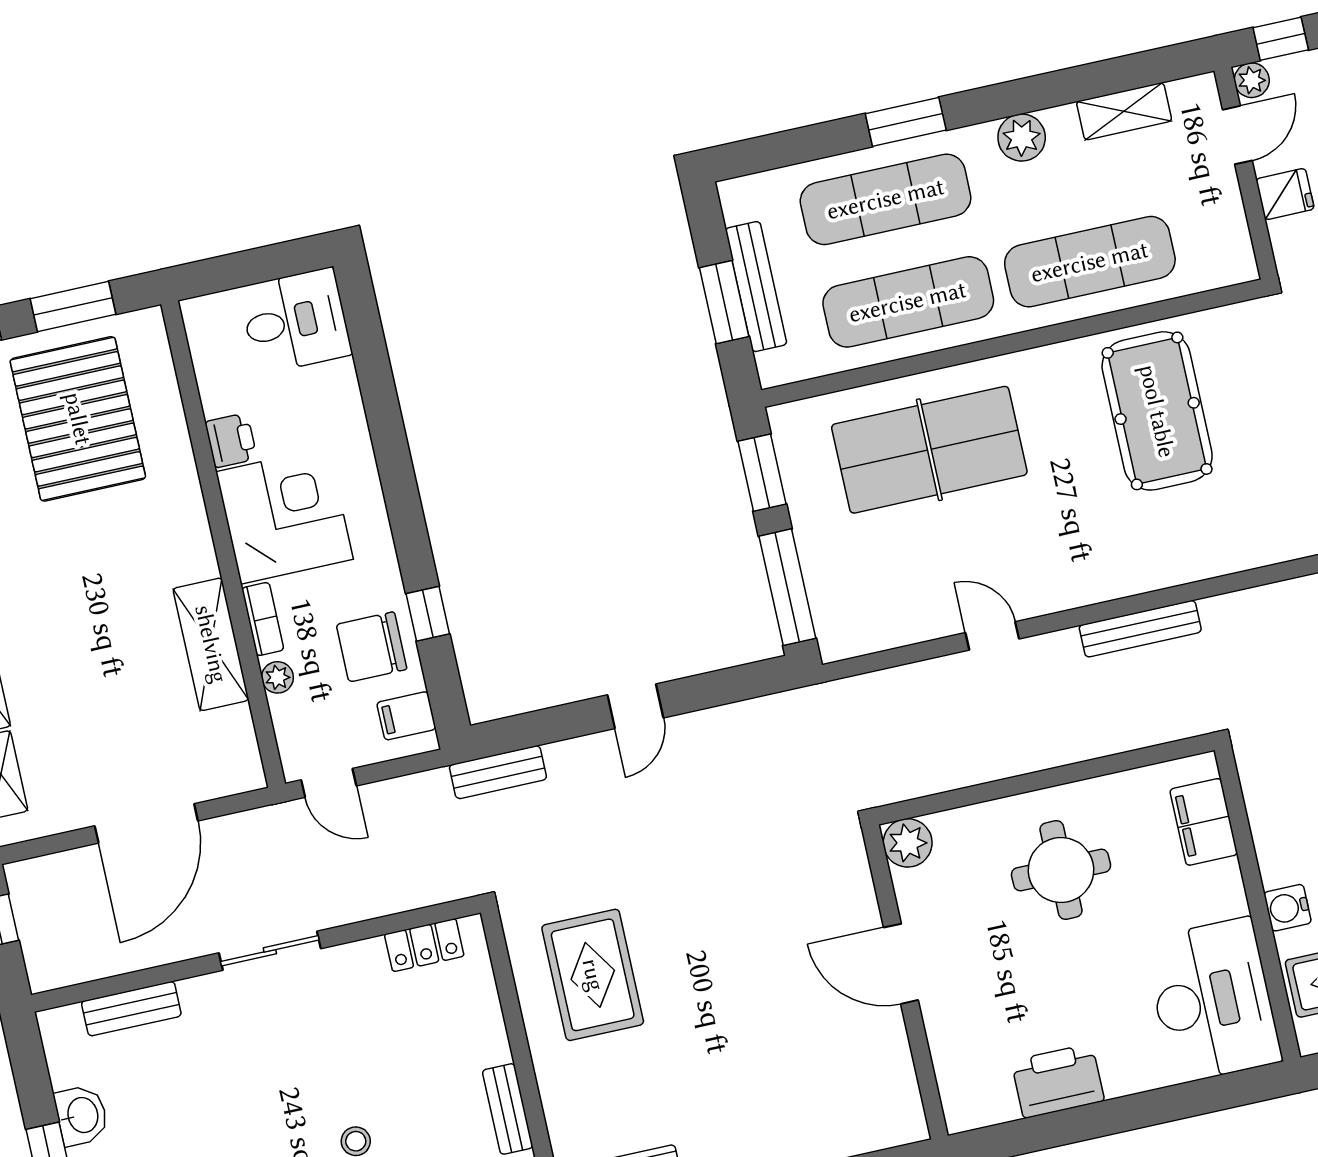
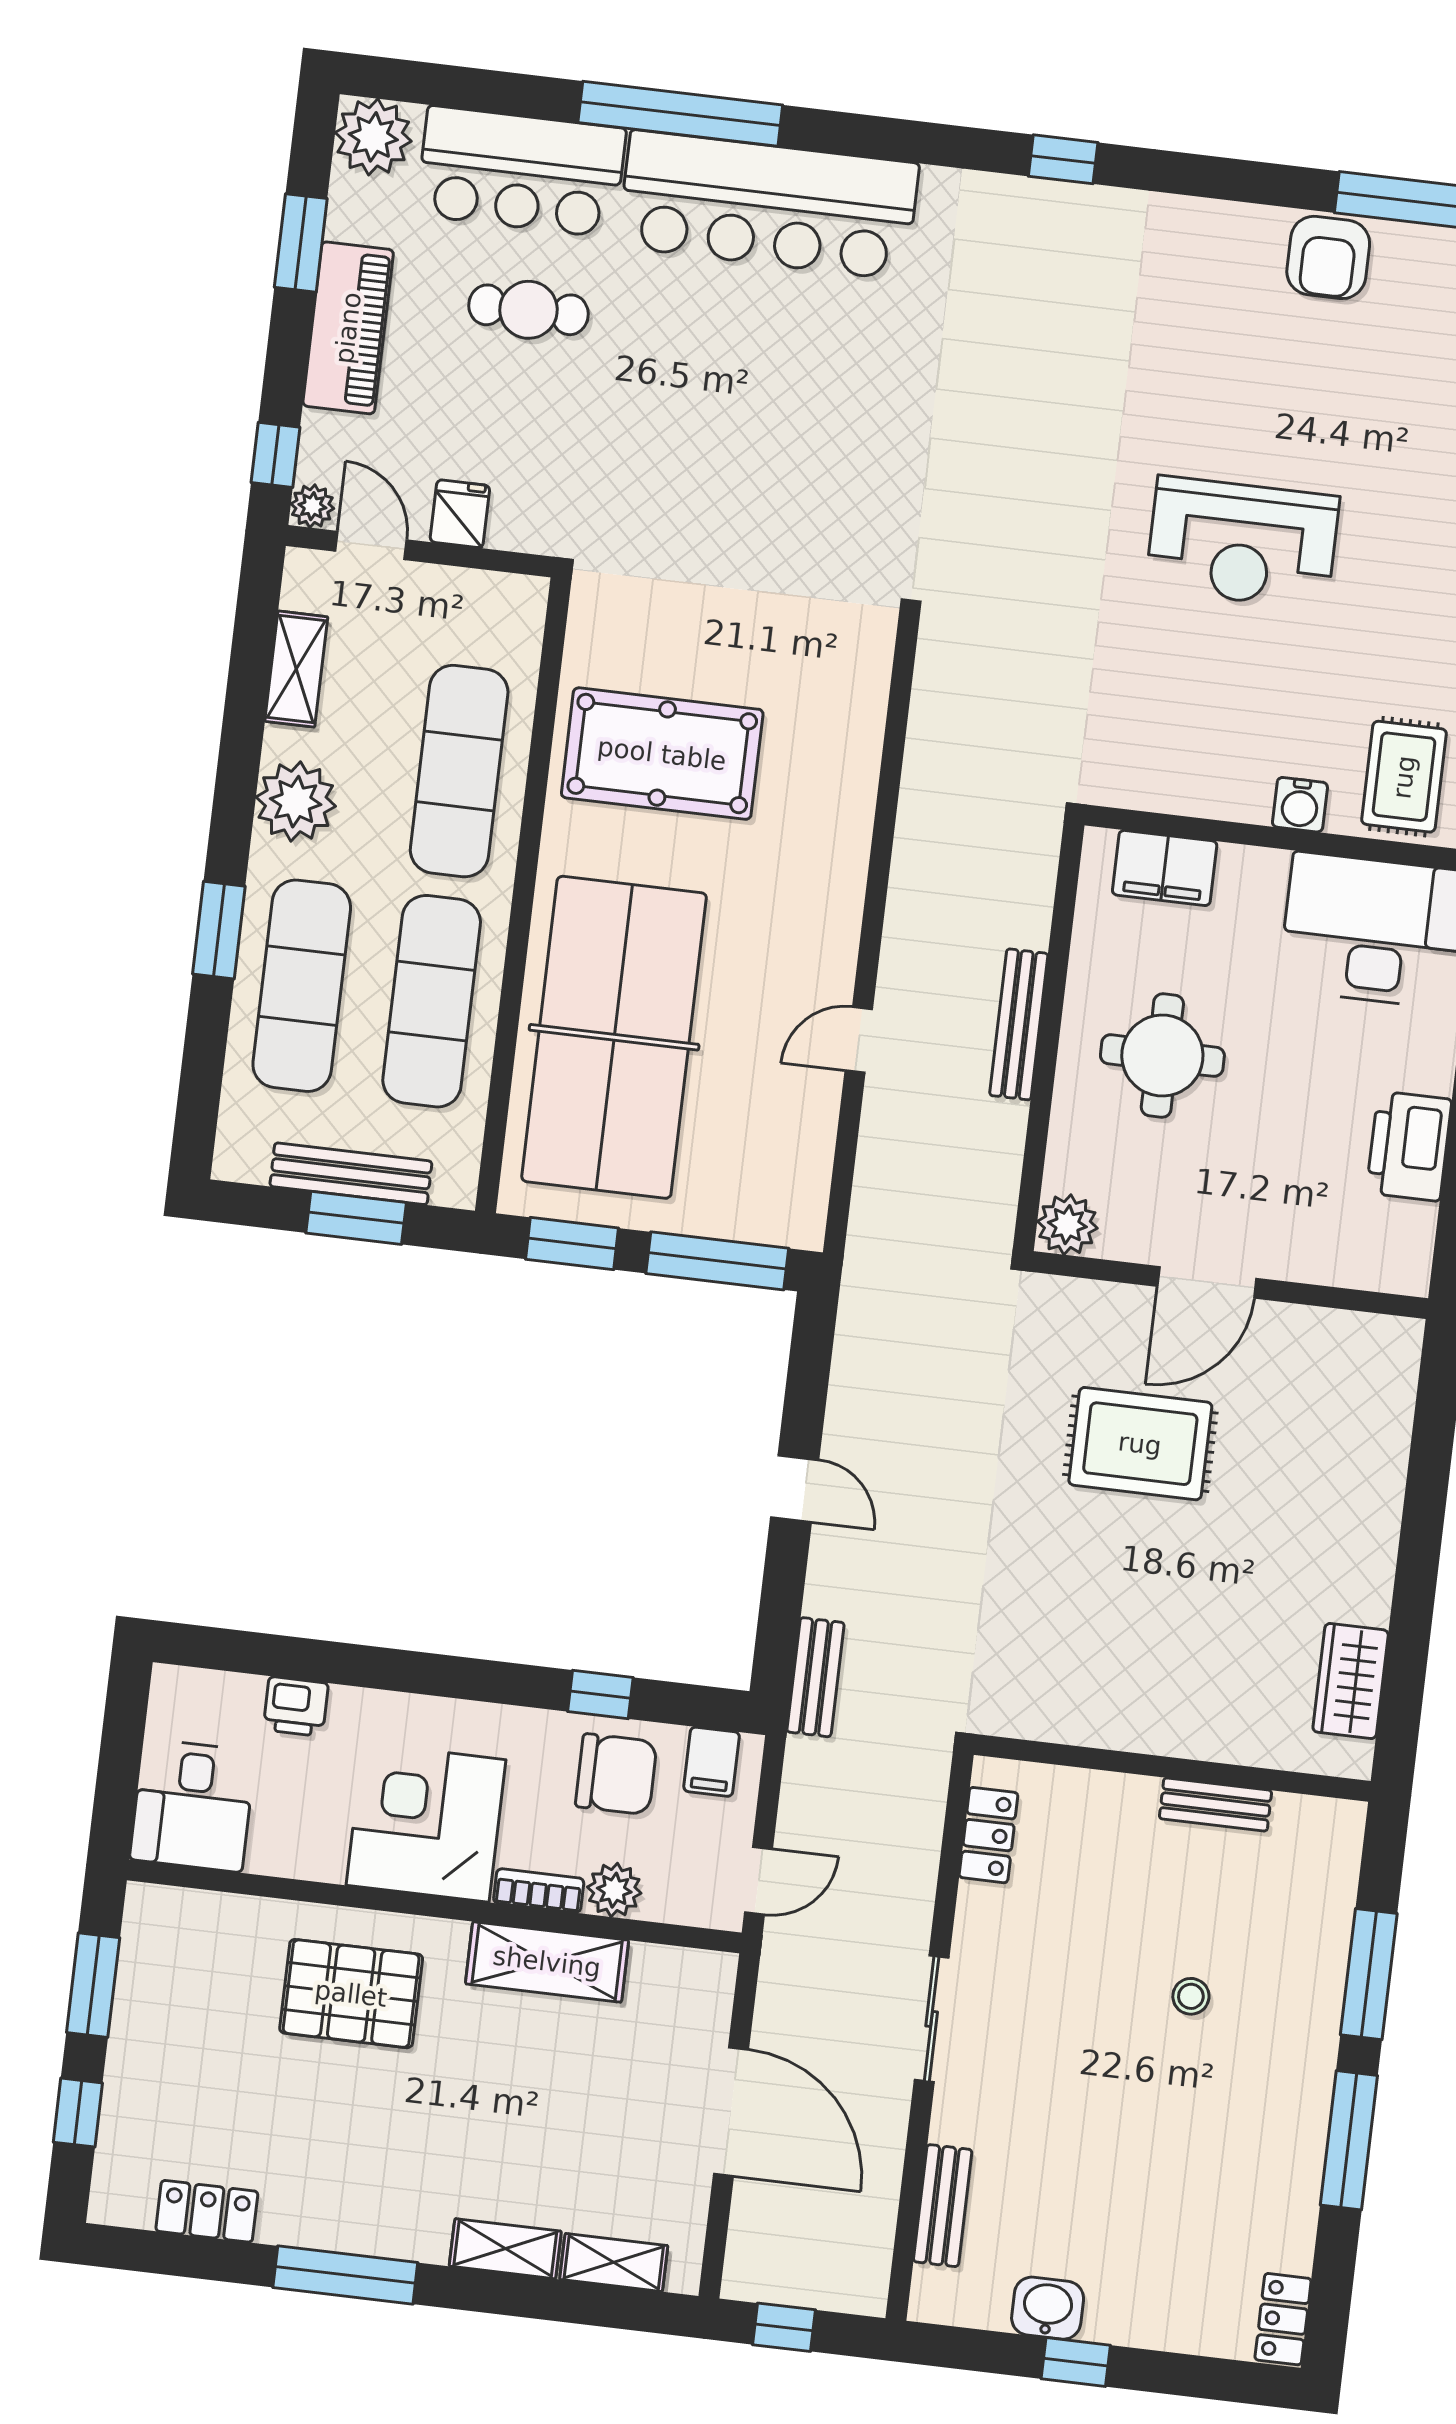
plant: (1022, 138) -> (296, 802), width x1.36, depth x1.36
desk: (295, 321) -> (193, 1805), moved, turned 180
pallet: (78, 419) -> (351, 1994), moved, width x0.73, depth x0.71
printer: (231, 440) -> (296, 1707), moved, turned 180
table tennis table: (929, 450) -> (614, 1037), width x1.36, depth x1.32
bench: (1140, 629) -> (1019, 1024), moved
chair: (372, 647) -> (616, 1774), turned -90
plant: (277, 677) -> (614, 1890), width x1.38, depth x1.38
rug: (593, 975) -> (1140, 1444), moved

